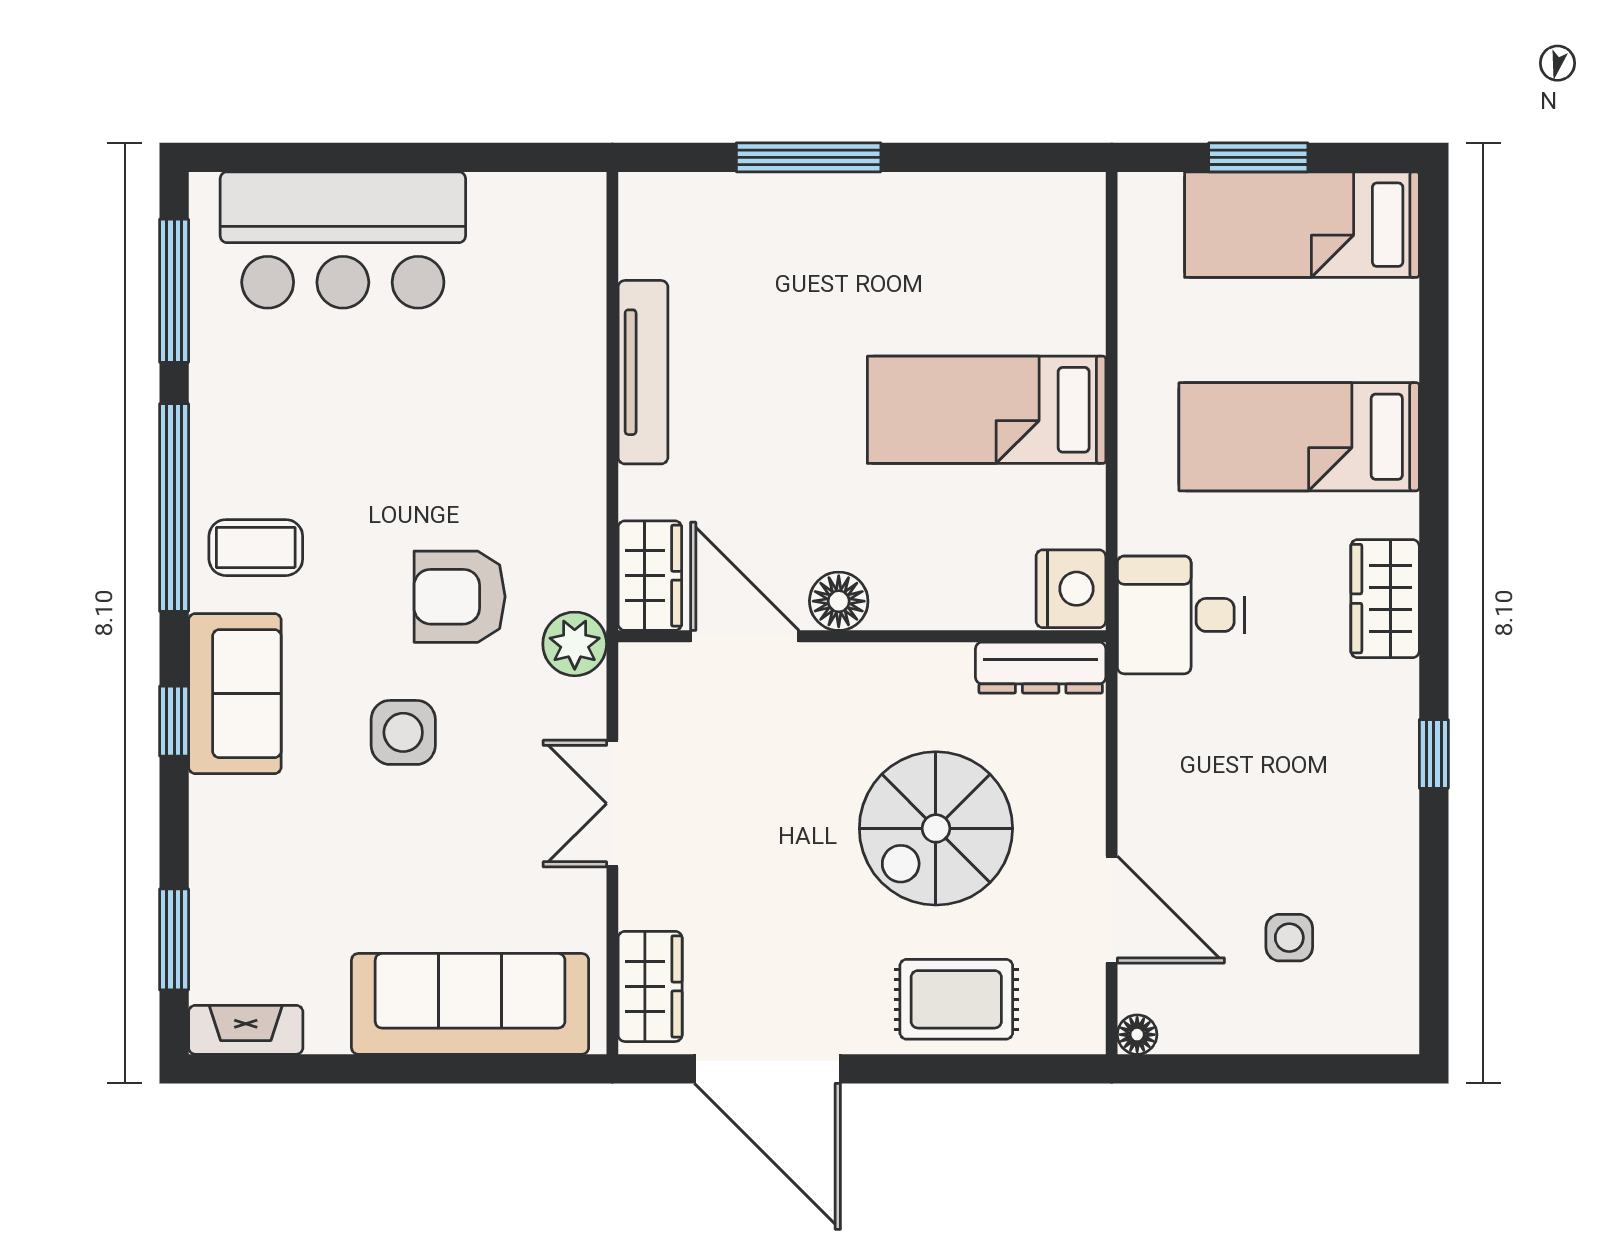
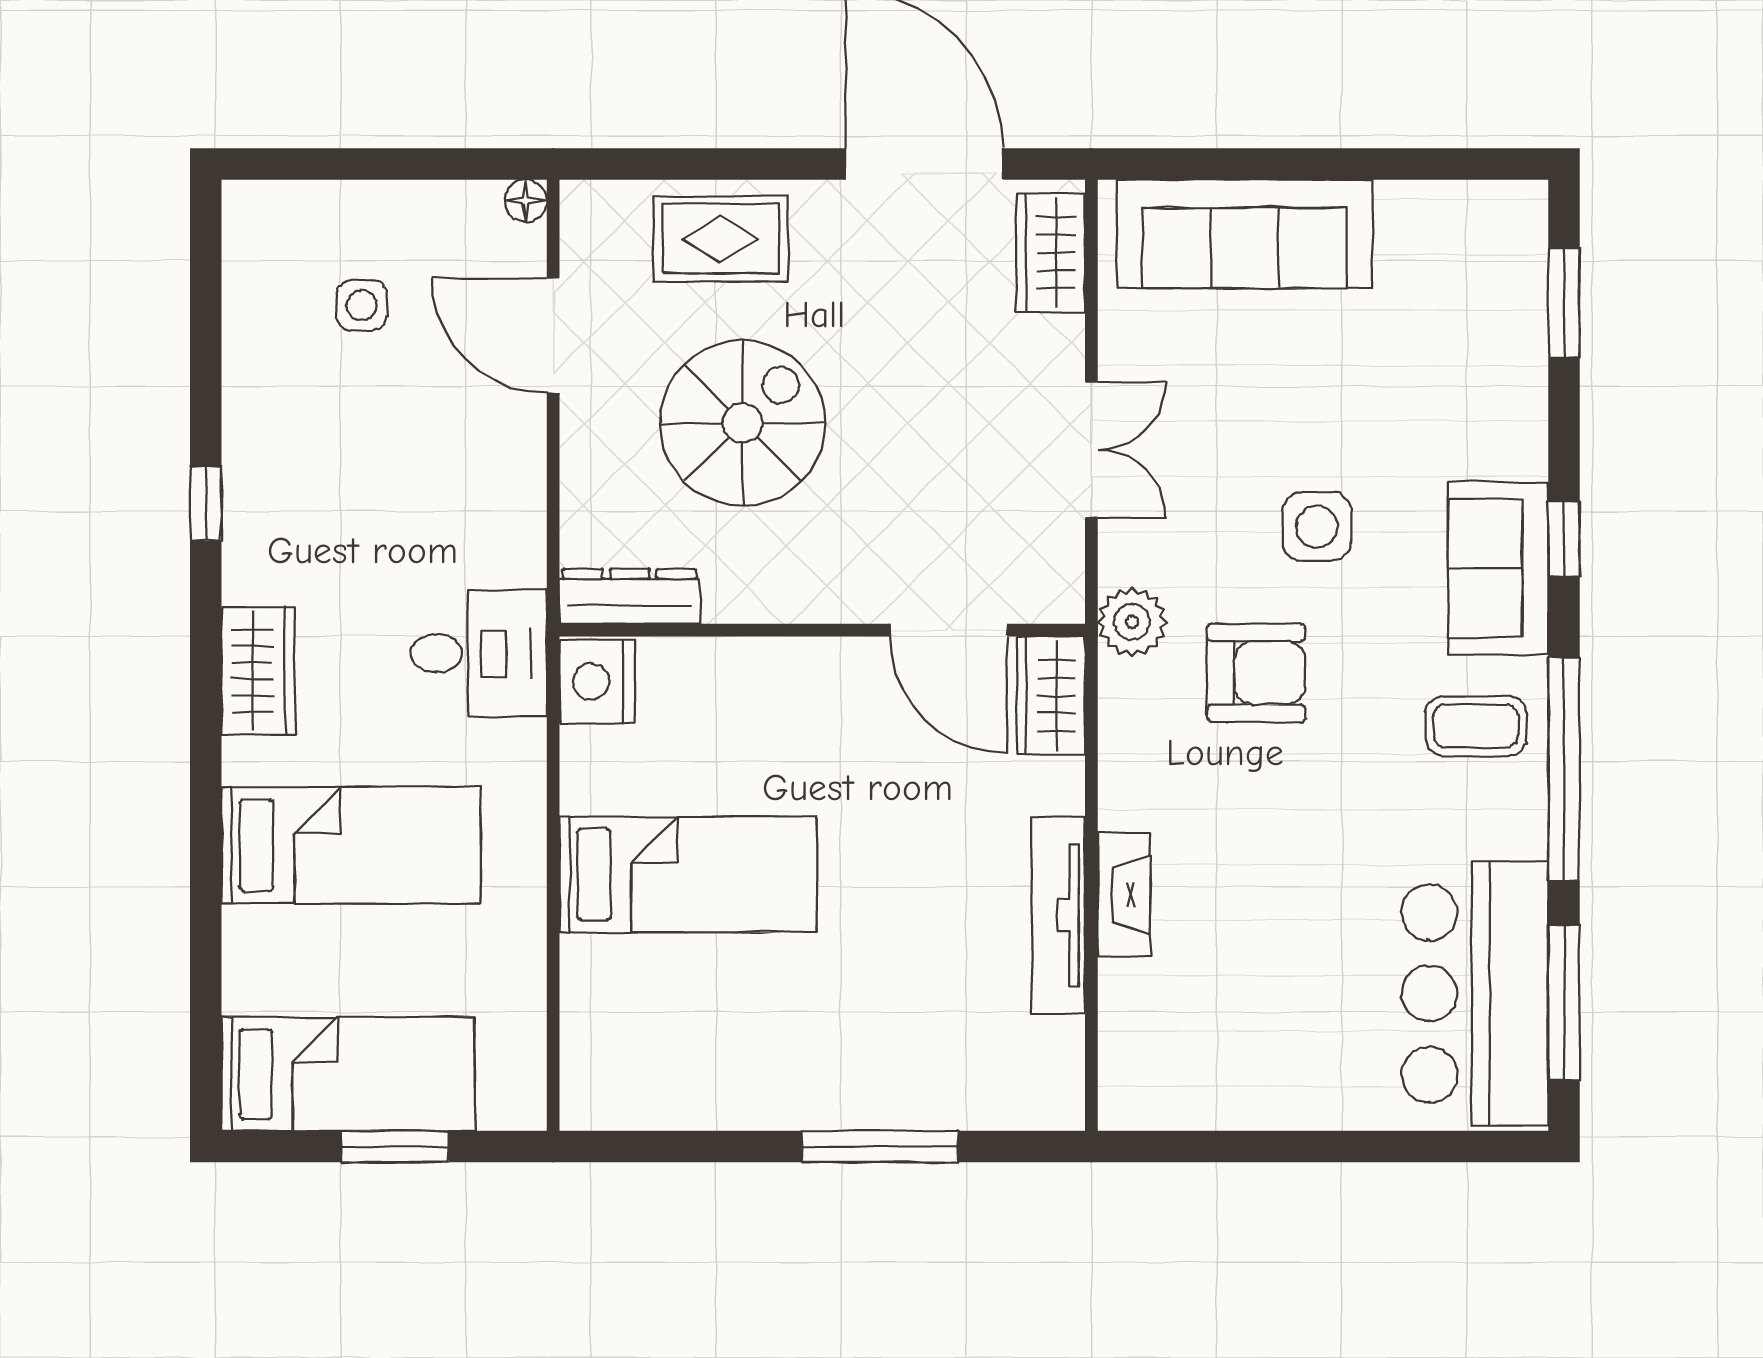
bar counter: (343, 240) -> (1475, 994), moved, turned -90
floor lamp: (839, 601) -> (847, 668), removed
fireplace: (246, 1030) -> (1124, 895), moved, turned -90

